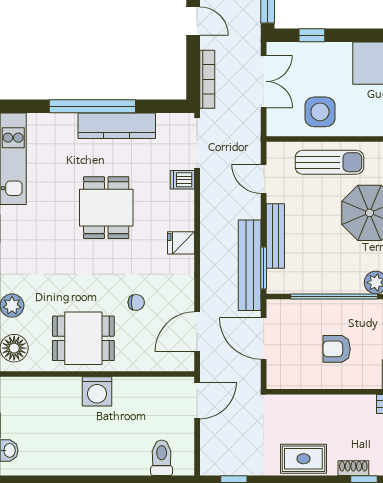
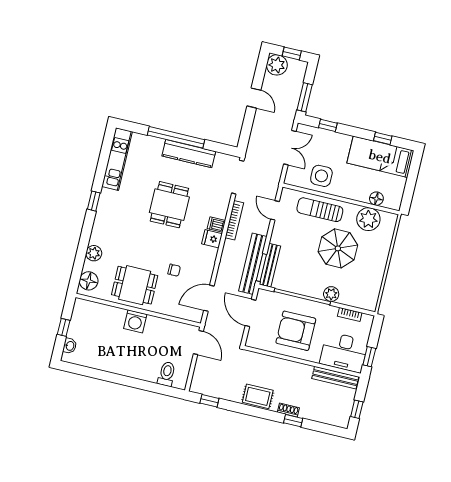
bookcase: (207, 79) -> (234, 220), moved
sun lounger: (329, 162) -> (320, 210), turned 180
dishwasher: (182, 180) -> (216, 225), moved
bench: (275, 236) -> (270, 265), moved
armchair: (337, 349) -> (296, 331), width x1.88, depth x1.88
door: (197, 400) -> (198, 342), hinge flipped

